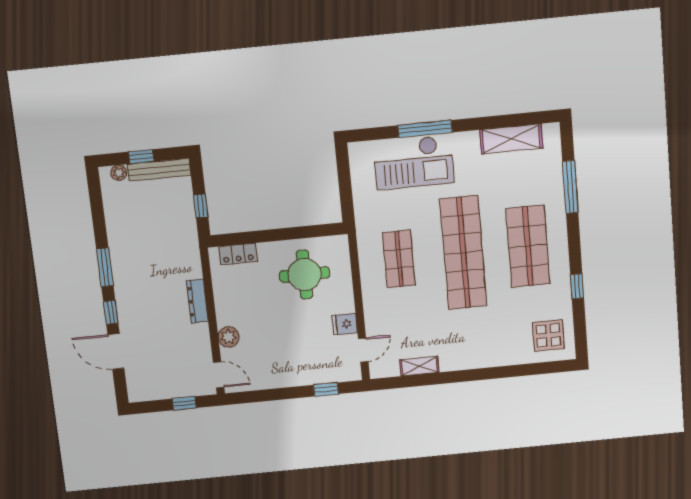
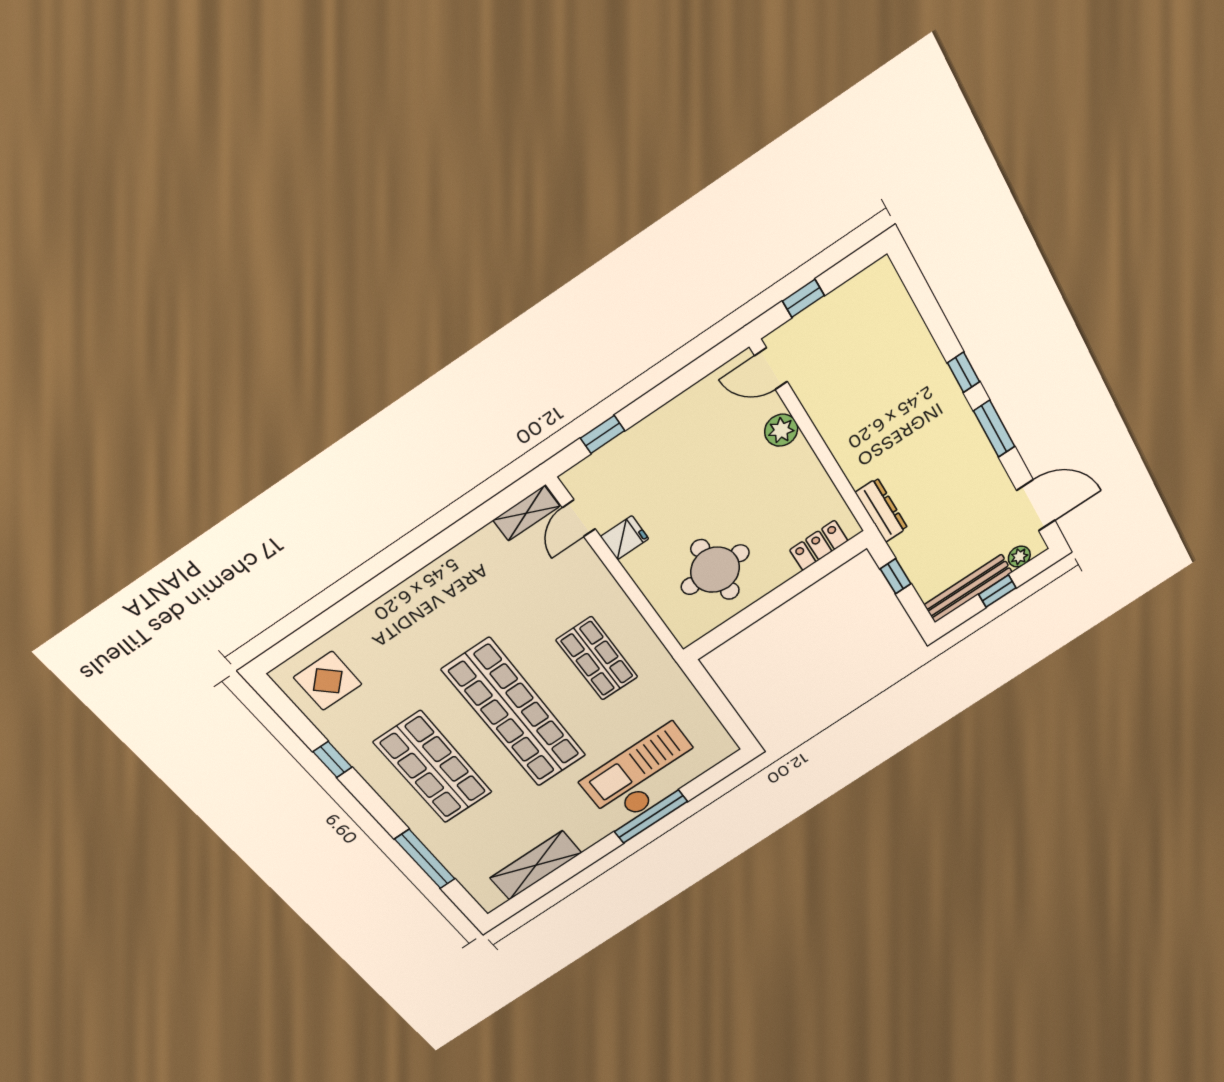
dresser: (197, 301) -> (881, 510), moved
door: (116, 351) -> (1036, 505), moved
shelving: (419, 366) -> (526, 513), moved

